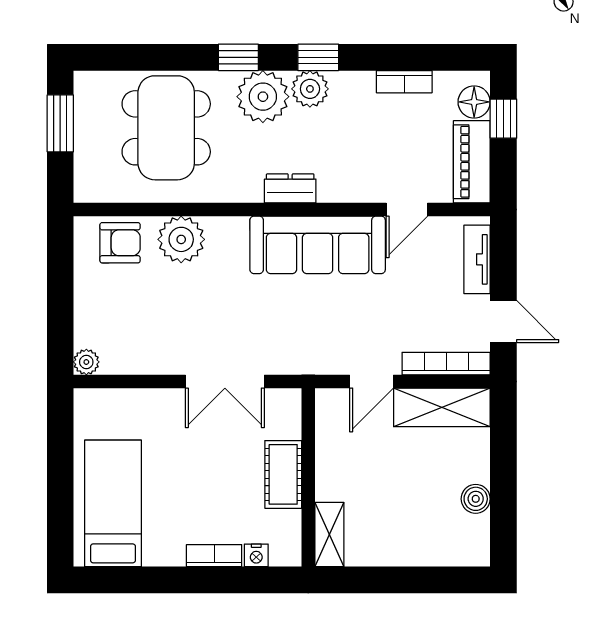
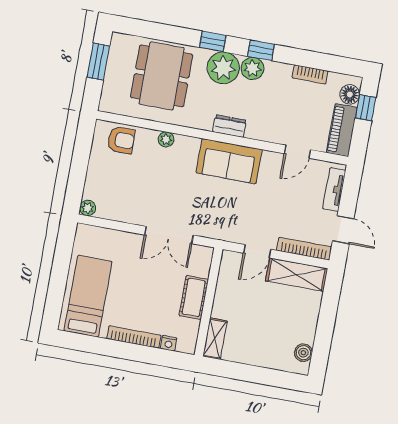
plant: (181, 239) -> (166, 139), width x0.53, depth x0.53
sofa: (318, 245) -> (229, 161), width x0.73
boiler: (476, 499) -> (303, 353), moved
bookcase: (214, 556) -> (134, 337), width x1.56

